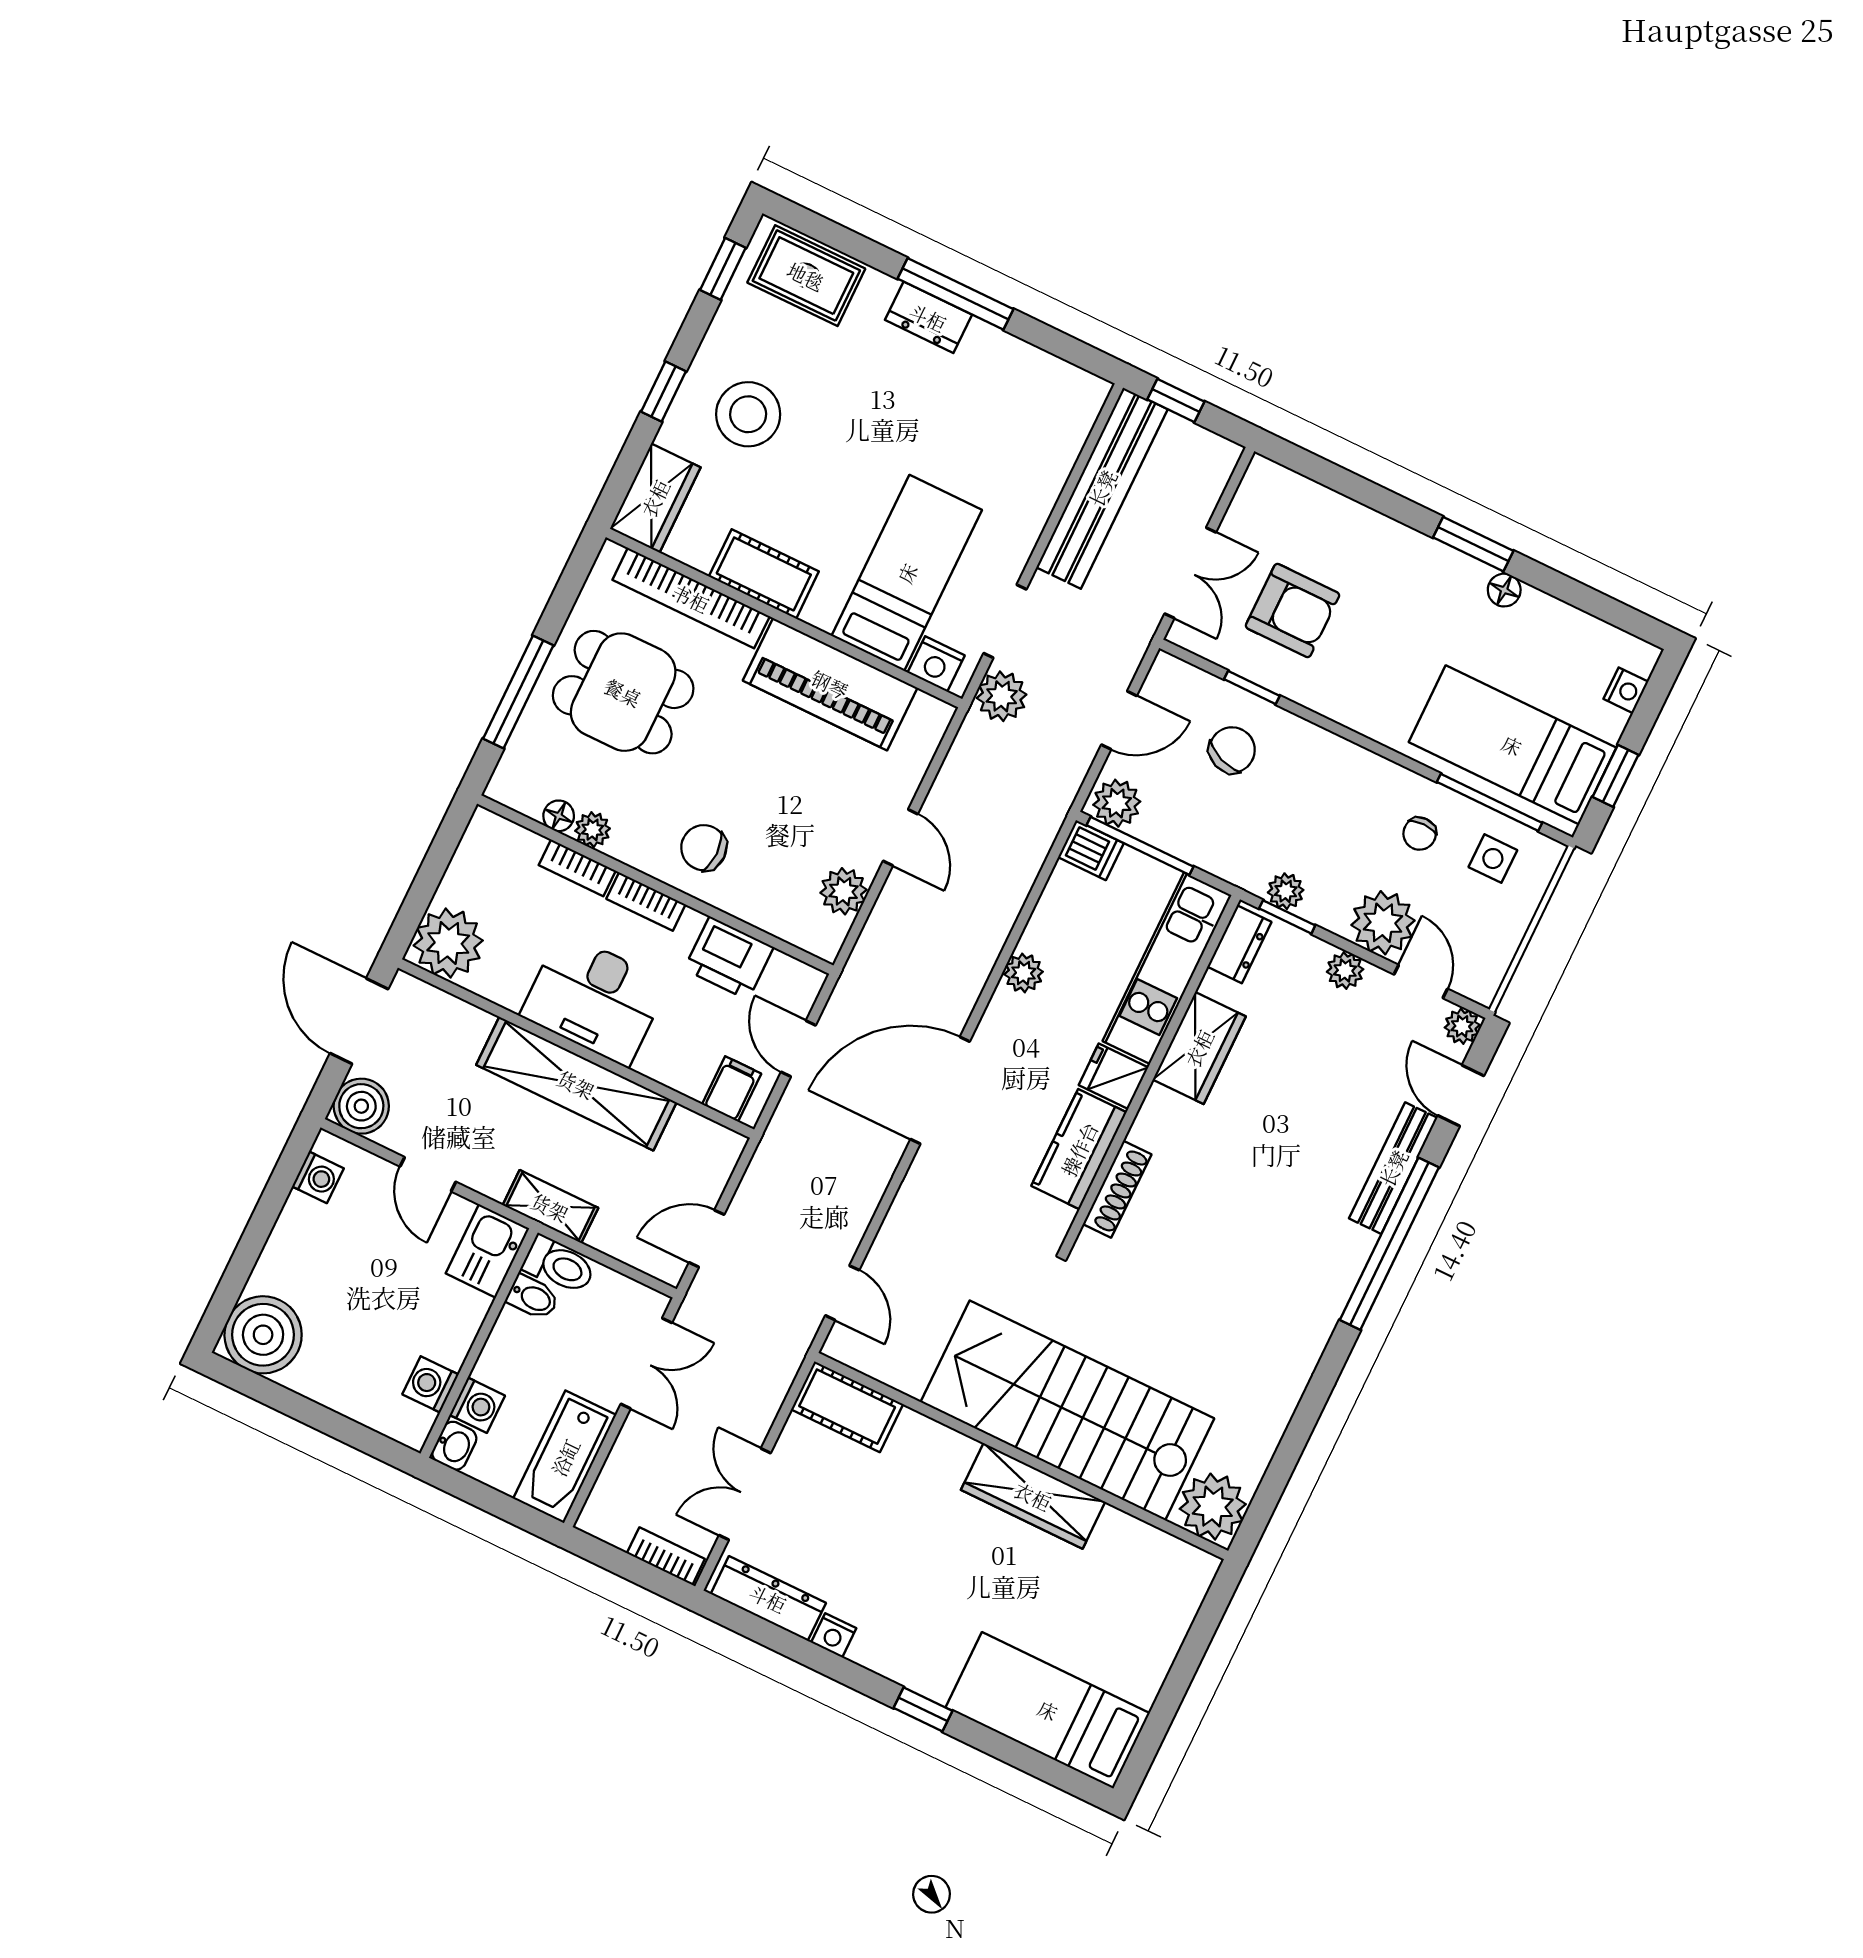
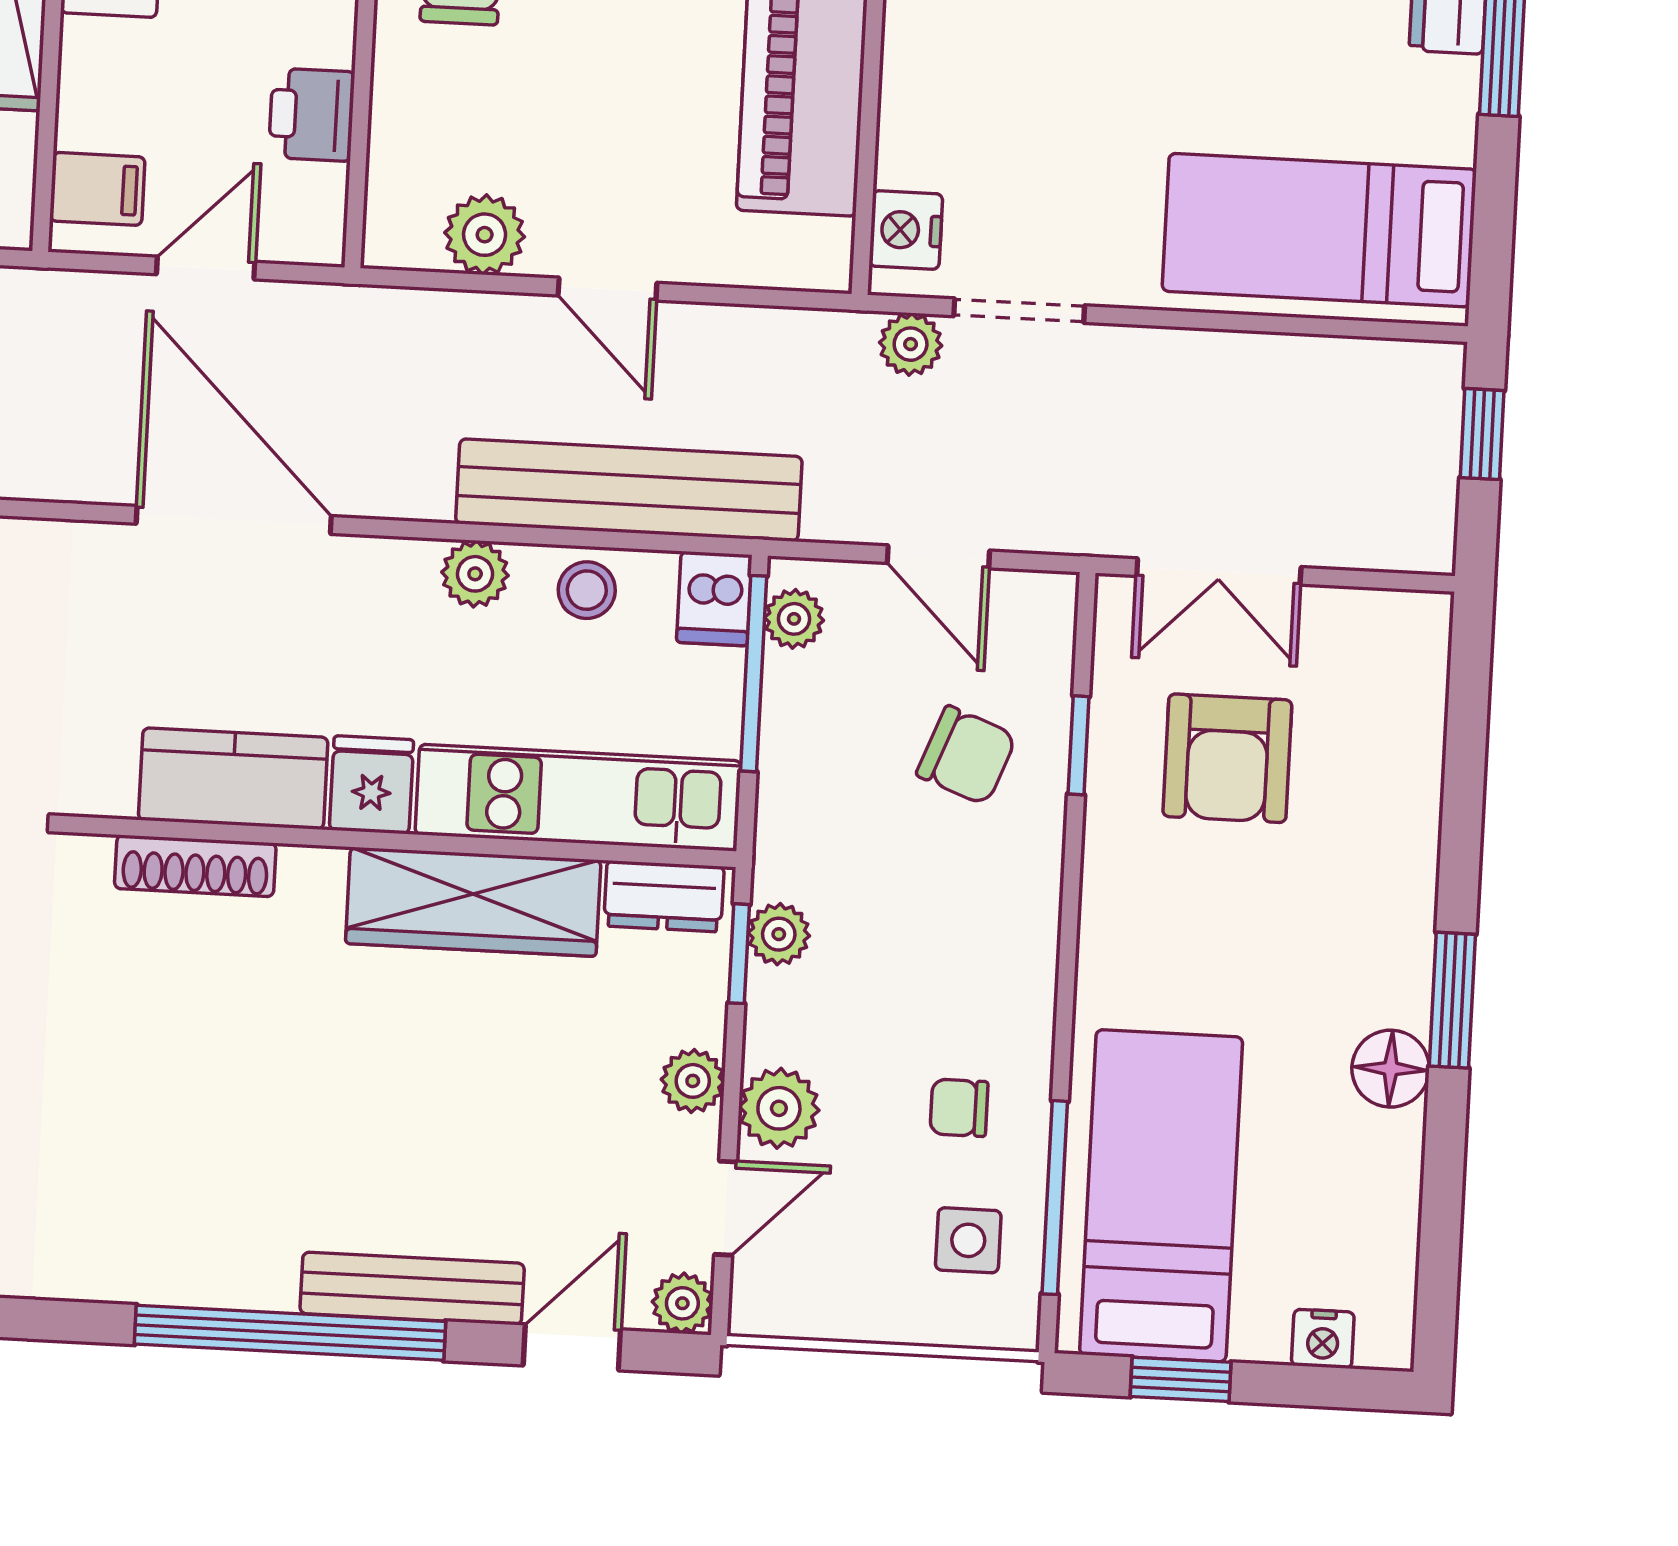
bench: (1102, 488) -> (629, 490), moved
bed: (907, 573) -> (1319, 230), moved, turned 180
floor lamp: (1504, 590) -> (1391, 1069), width x1.37, depth x1.37
plant: (1002, 696) -> (911, 344), width x0.73, depth x0.73
plant: (1117, 803) -> (794, 619), width x0.73, depth x0.73
door: (900, 838) -> (607, 289), hinge flipped
stool: (1058, 917) -> (587, 590), added
plant: (1383, 923) -> (779, 1108), width x0.73, depth x0.73
printer: (729, 958) -> (312, 115), width x0.73, depth x0.81
wardrobe: (1199, 1048) -> (473, 902), width x1.50

